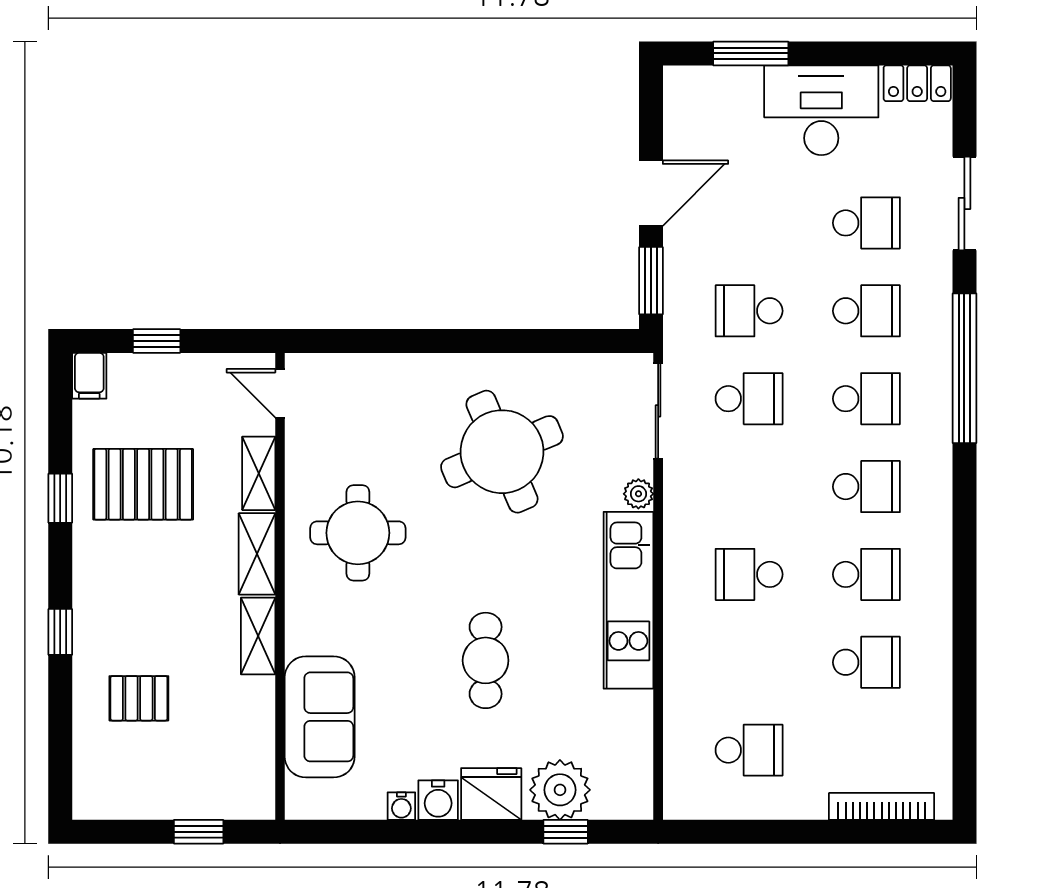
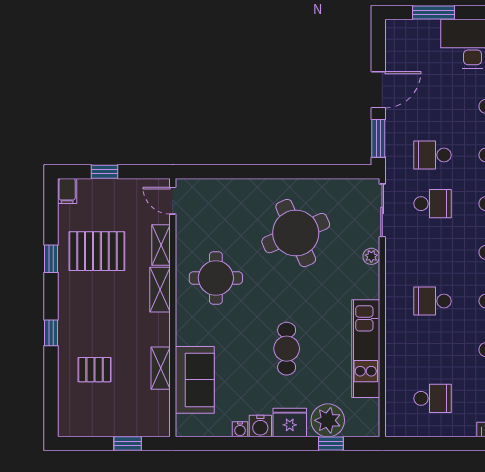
kitchen unit: (628, 600) -> (366, 349), moved
shelving: (258, 636) -> (161, 368), moved

